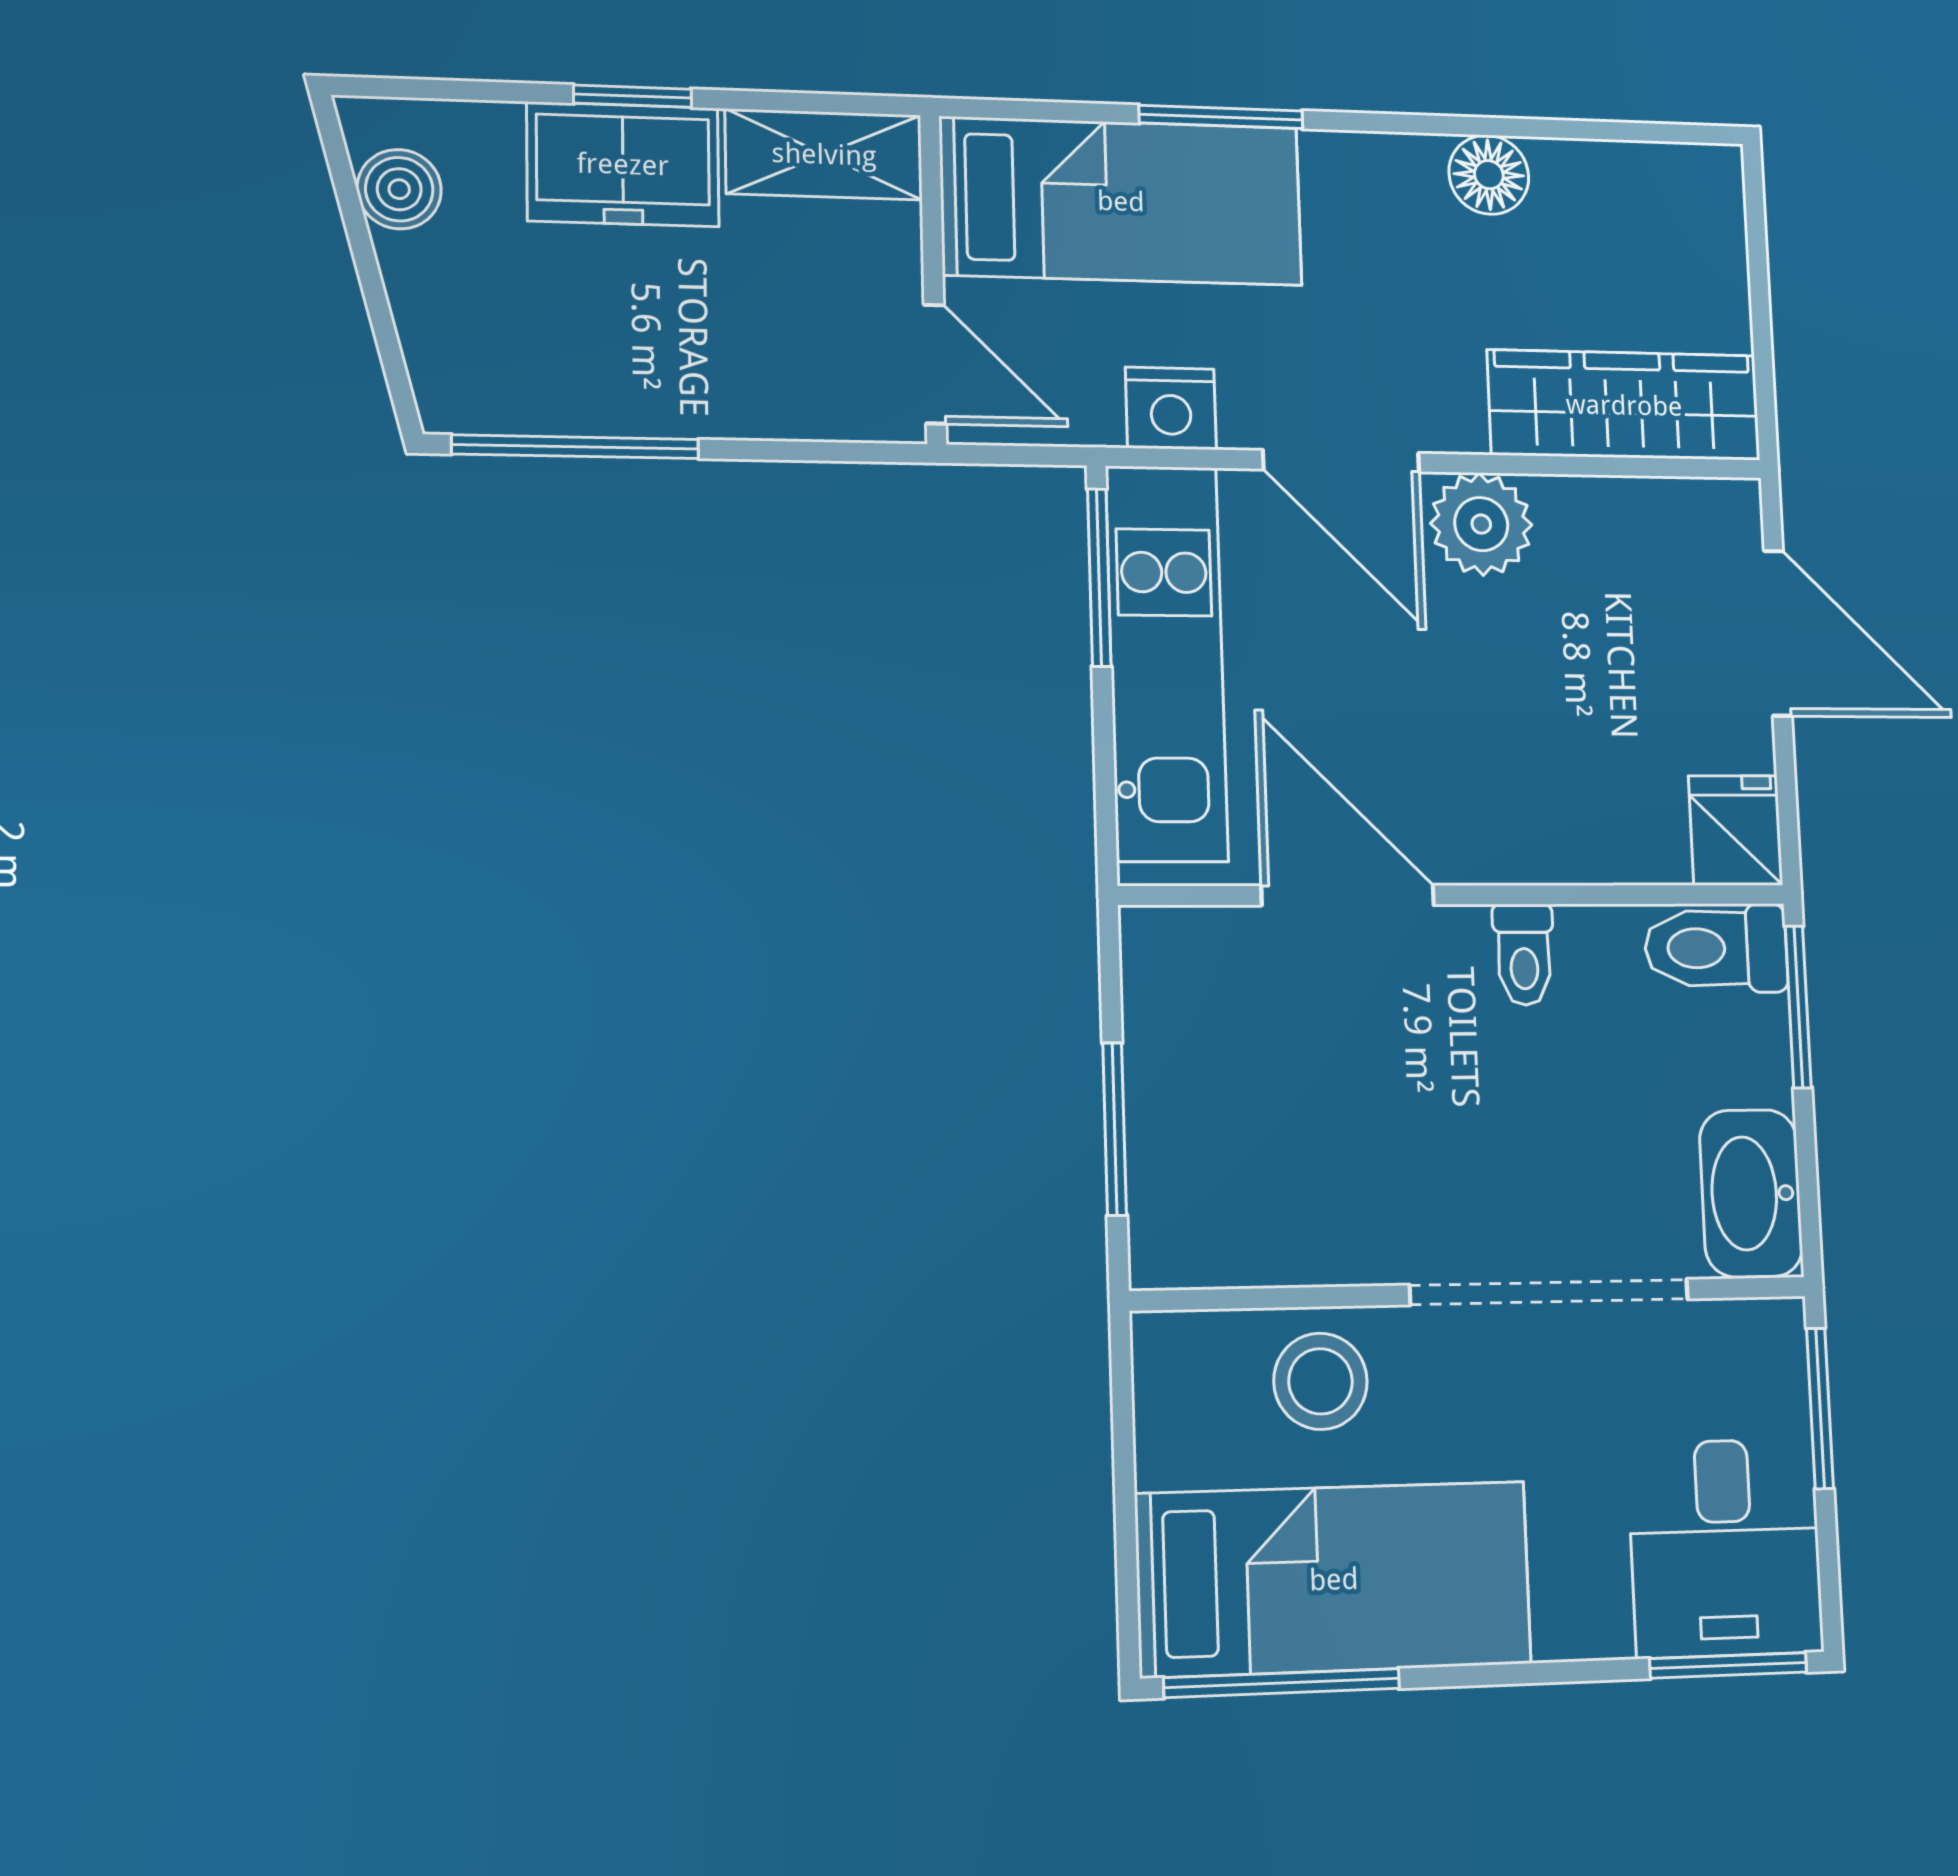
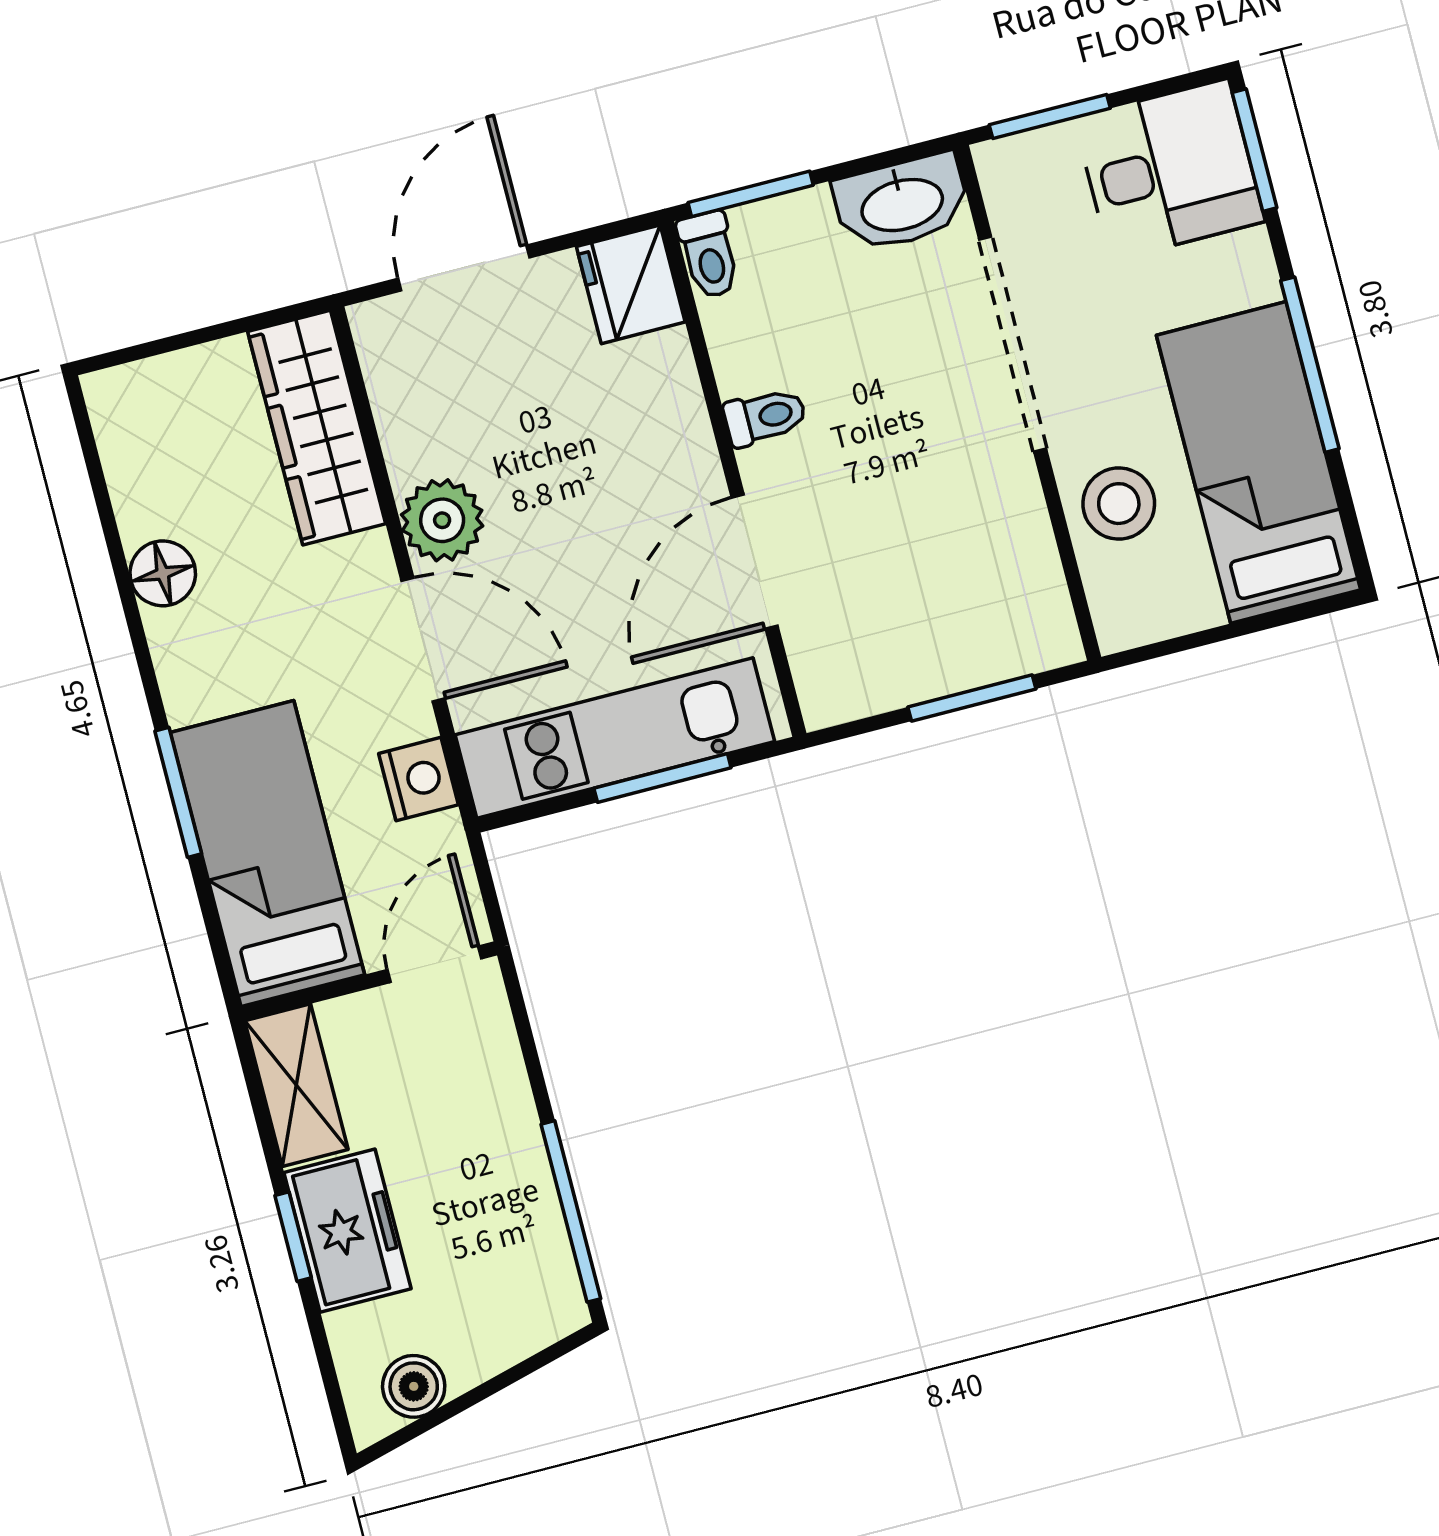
door: (1341, 461) -> (423, 640), hinge flipped
window: (1099, 578) -> (662, 778), moved
fridge: (1736, 830) -> (631, 284), width x1.38
toilet: (1716, 948) -> (709, 255), width x0.73, depth x0.72
window: (1282, 1683) -> (1310, 365), moved

